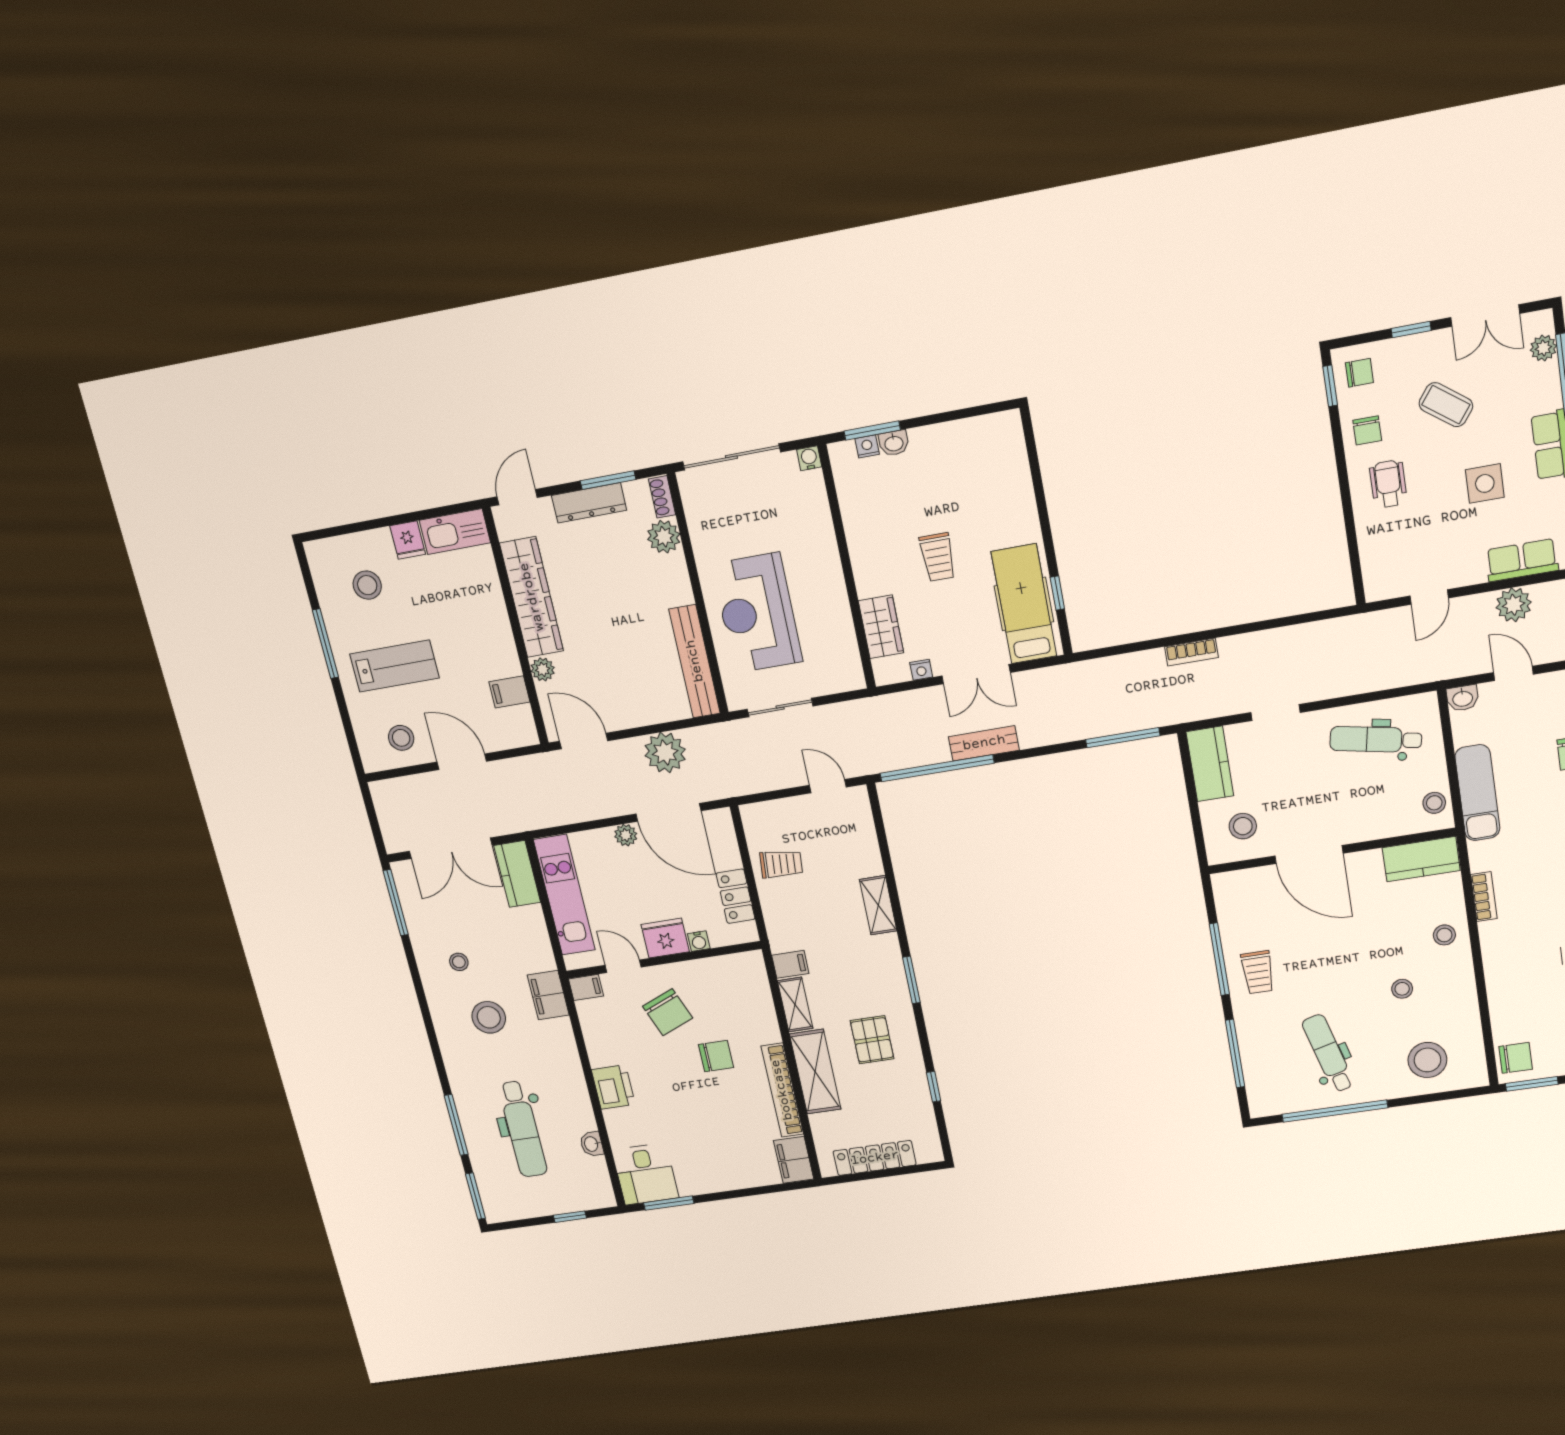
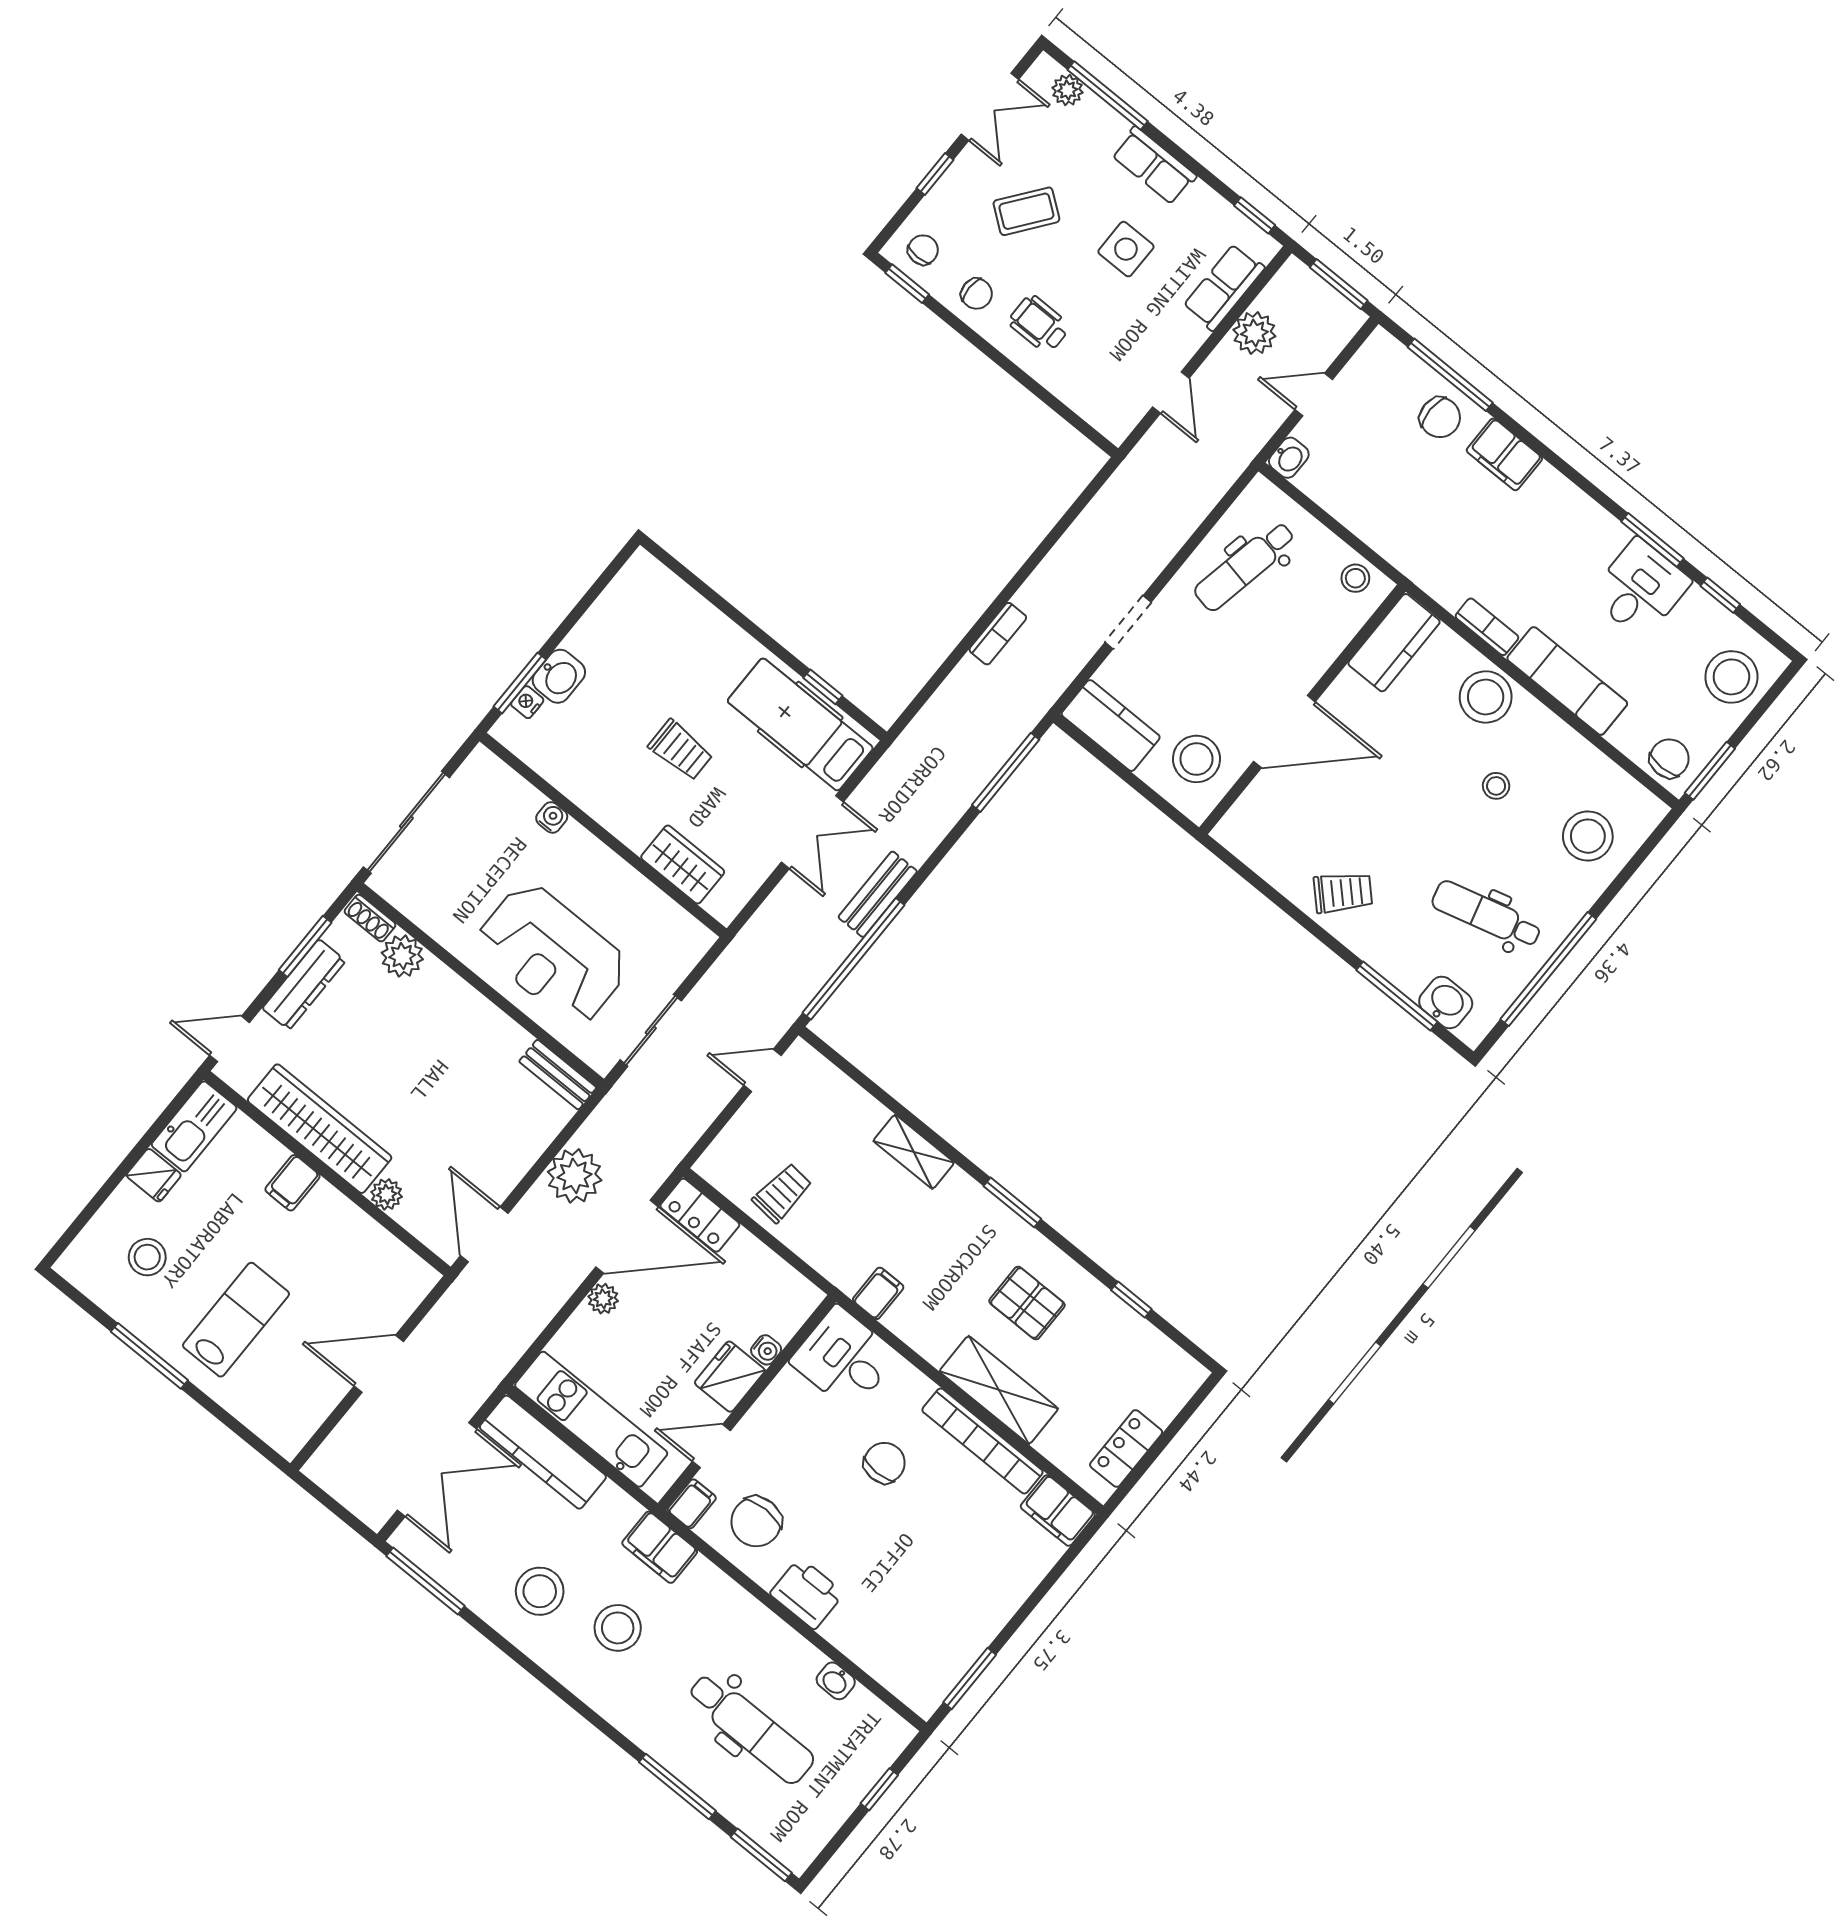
washbasin: (894, 443) -> (559, 676), width x1.38, depth x1.45
water cooler: (809, 458) -> (552, 817), moved, turned 90
door: (517, 497) -> (230, 1039), hinge flipped
bench: (695, 661) -> (558, 1075), width x0.54, depth x0.82
nightstand: (921, 670) -> (756, 873), removed
filing cabinet: (509, 692) -> (293, 1183), moved
stool: (401, 738) -> (299, 1392), removed
door: (584, 741) -> (484, 1234), hinge flipped
exam couch: (1477, 793) -> (1567, 681), moved
stool: (1243, 826) -> (1196, 759), width x1.38, depth x1.38
kitchen counter: (517, 874) -> (543, 1452), width x1.50
locker: (736, 896) -> (700, 1215), moved
stool: (1444, 935) -> (1486, 697), width x1.89, depth x1.89
window: (1219, 959) -> (1294, 912), removed
stool: (459, 962) -> (540, 1591), width x1.89, depth x1.89
trolley: (1258, 972) -> (1343, 893), turned -45
shelving: (795, 1004) -> (918, 1333), removed
chair: (668, 1012) -> (756, 1522), moved, turned 112
washbasin: (1259, 1080) -> (1446, 1002), added
locker: (875, 1158) -> (1126, 1448), width x0.66
desk: (645, 1174) -> (844, 1358), moved, turned 180

